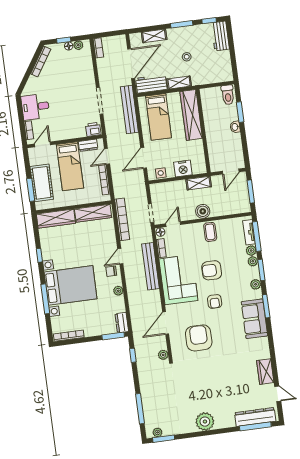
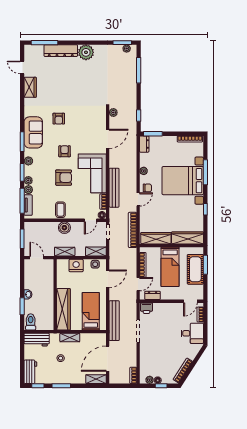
shelving: (154, 36) -> (96, 379), moved
workbench: (151, 84) -> (37, 340), moved
bed: (70, 166) -> (170, 267), moved, turned 180
door: (231, 172) -> (37, 258), hinge flipped
shelving: (162, 188) -> (96, 252), added
armchair: (199, 338) -> (59, 119), moved, width x0.53, depth x0.53
dresser: (255, 417) -> (61, 51), moved

